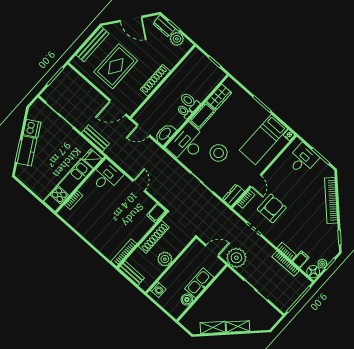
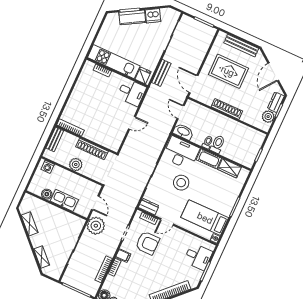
filing cabinet: (156, 213) -> (113, 145), removed
filing cabinet: (301, 259) -> (123, 256), moved
shelving: (238, 326) -> (42, 257), moved

